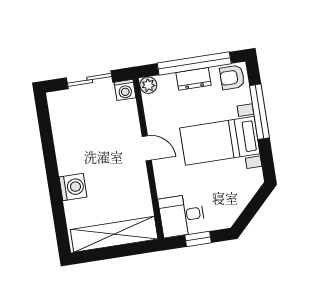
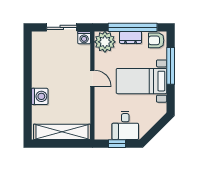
plant: (148, 85) -> (105, 42), width x1.88, depth x1.88
desk: (182, 215) -> (125, 125), moved, turned -90

